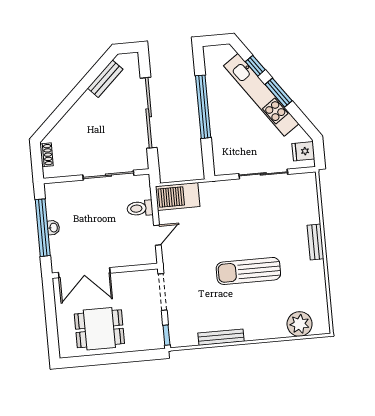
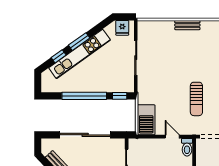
window: (208, 156) -> (120, 96), added
toilet: (140, 208) -> (187, 147), moved
sun lounger: (248, 271) -> (196, 99), moved, width x0.73, depth x0.75

